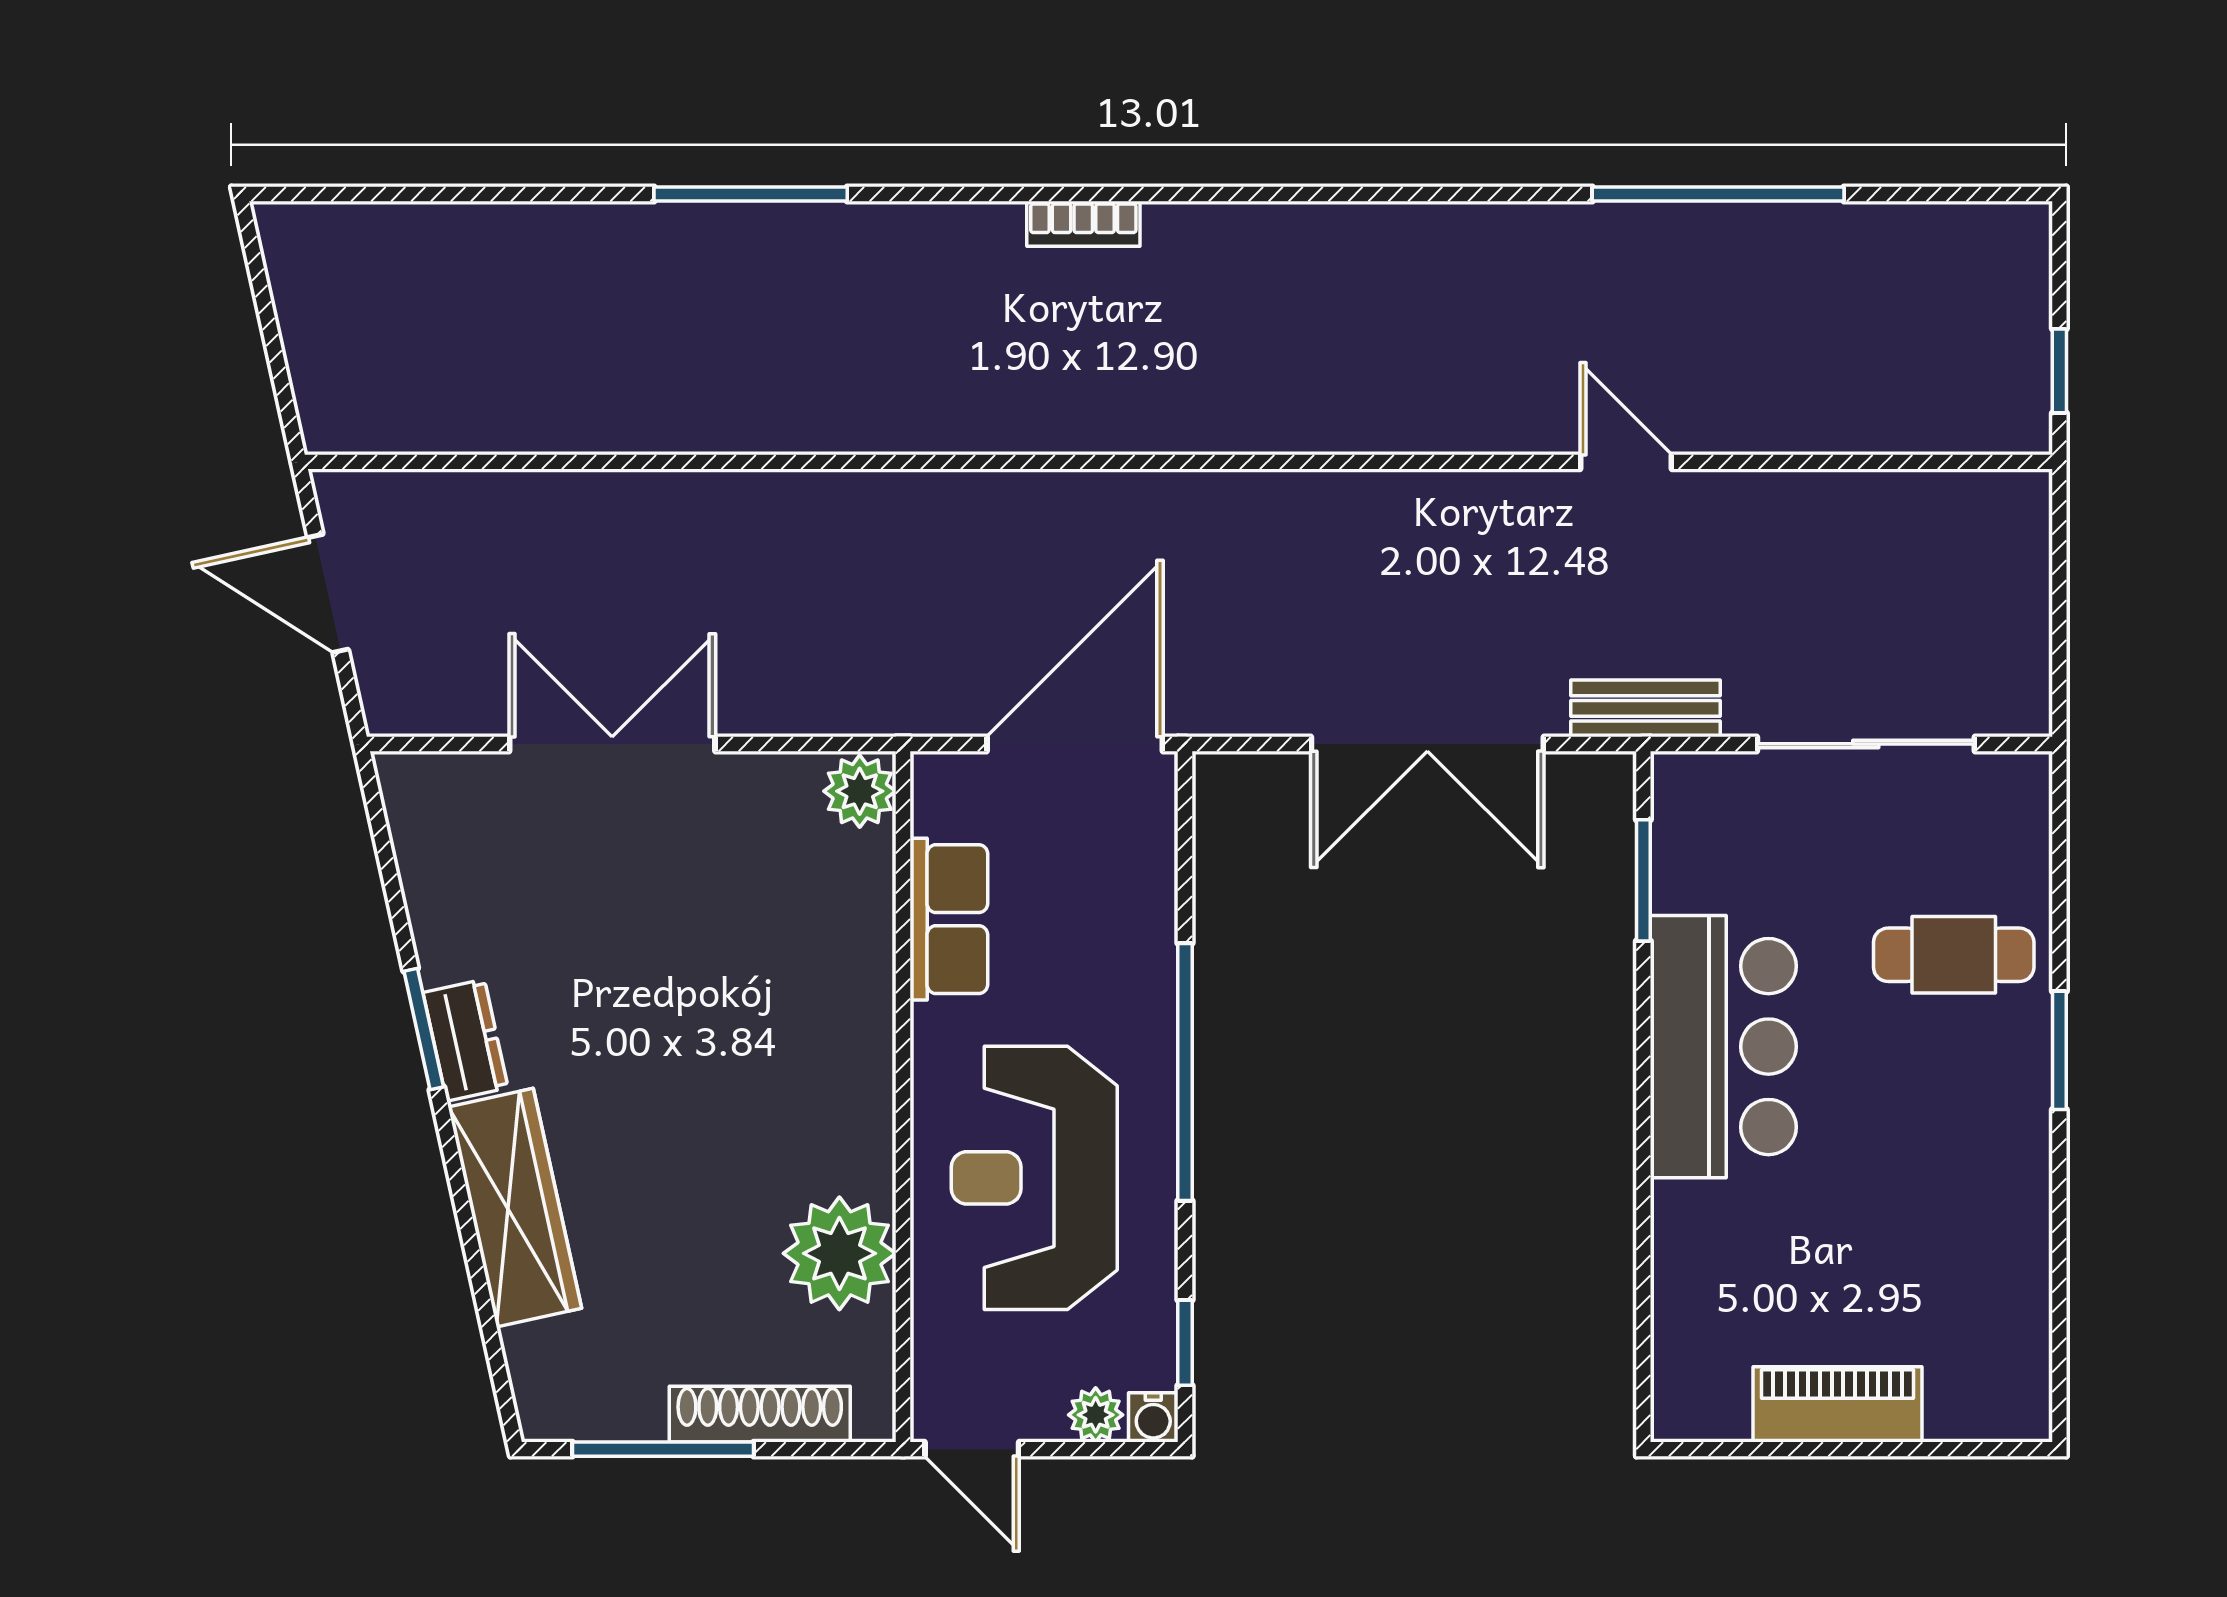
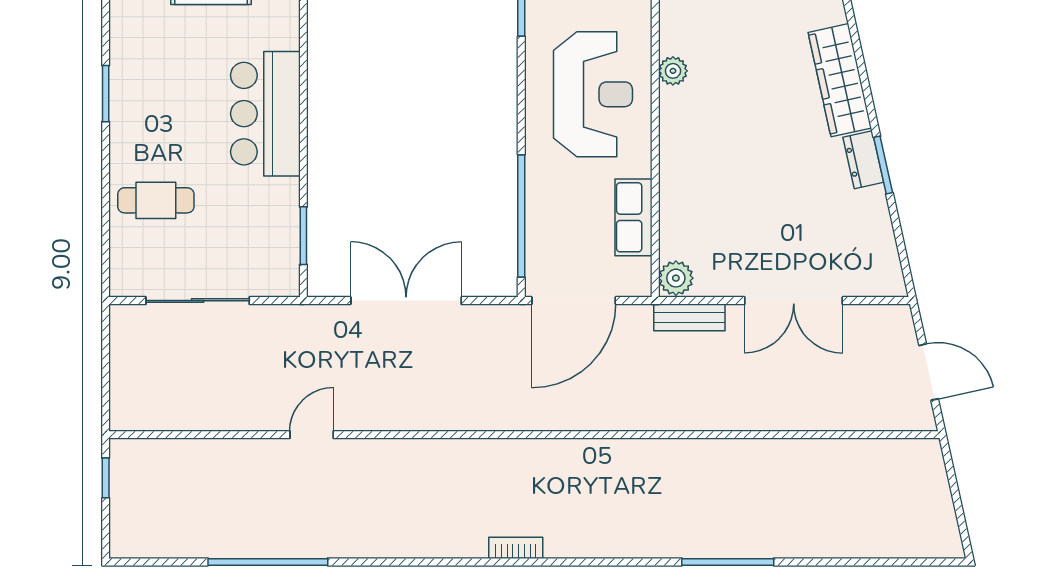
bookcase: (1083, 224) -> (516, 548), moved
door: (1626, 462) -> (312, 435), swing flipped
bench: (1645, 708) -> (689, 317), moved
bar counter: (1723, 1047) -> (265, 114), moved
window: (2059, 1050) -> (106, 94), moved
window: (1185, 1072) -> (521, 216), moved
plant: (839, 1253) -> (673, 71), width x0.53, depth x0.53

